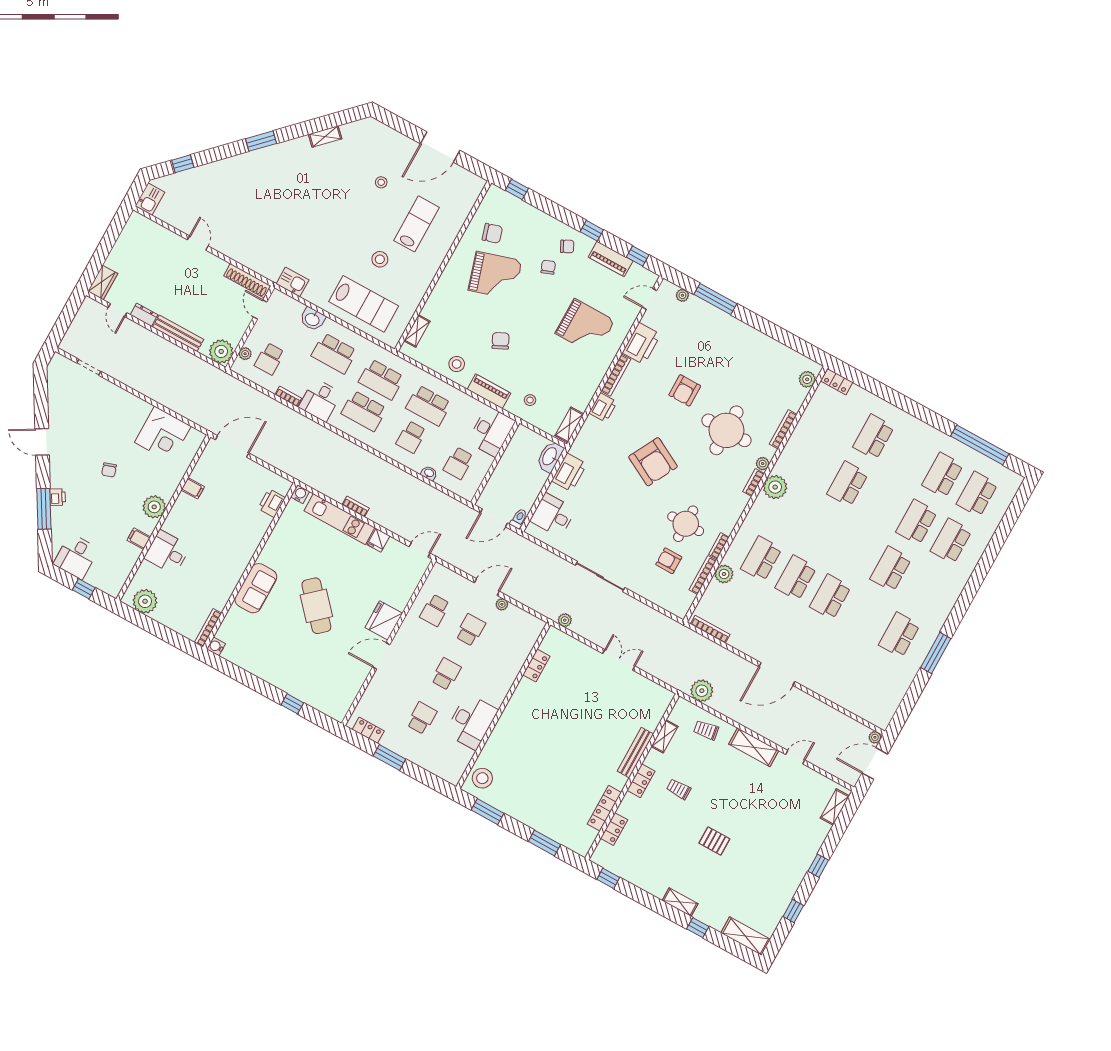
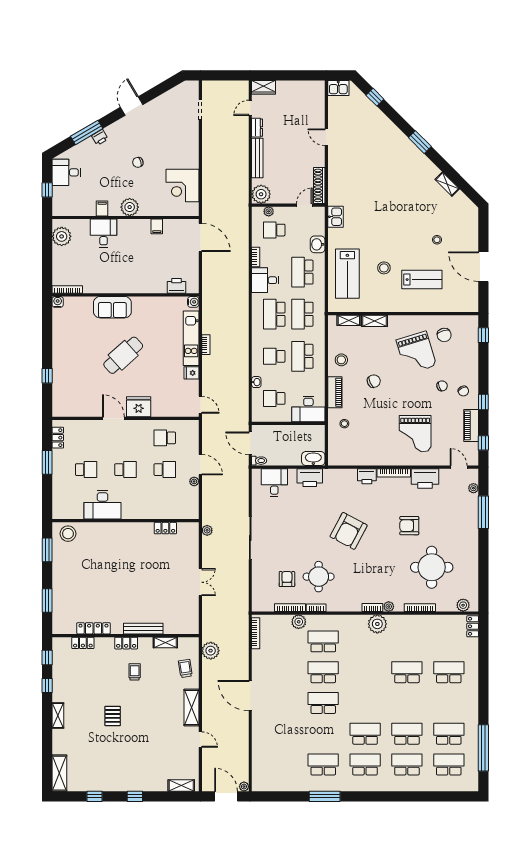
door: (198, 243) -> (326, 137), swing flipped
shelving: (569, 425) -> (374, 321), moved
round table: (726, 430) -> (432, 567), moved
school desk: (925, 588) -> (365, 764), added
window: (698, 928) -> (47, 685), moved

